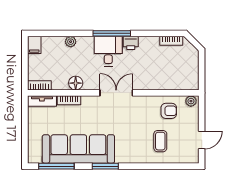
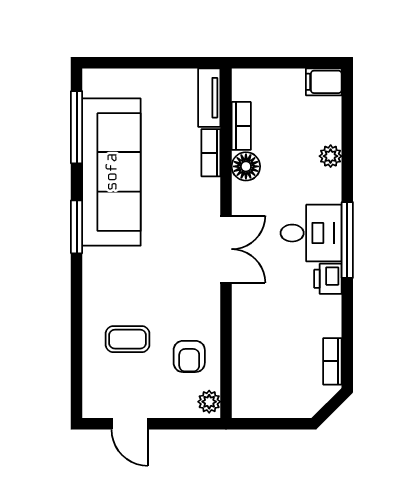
bookcase: (39, 85) -> (241, 126), moved

